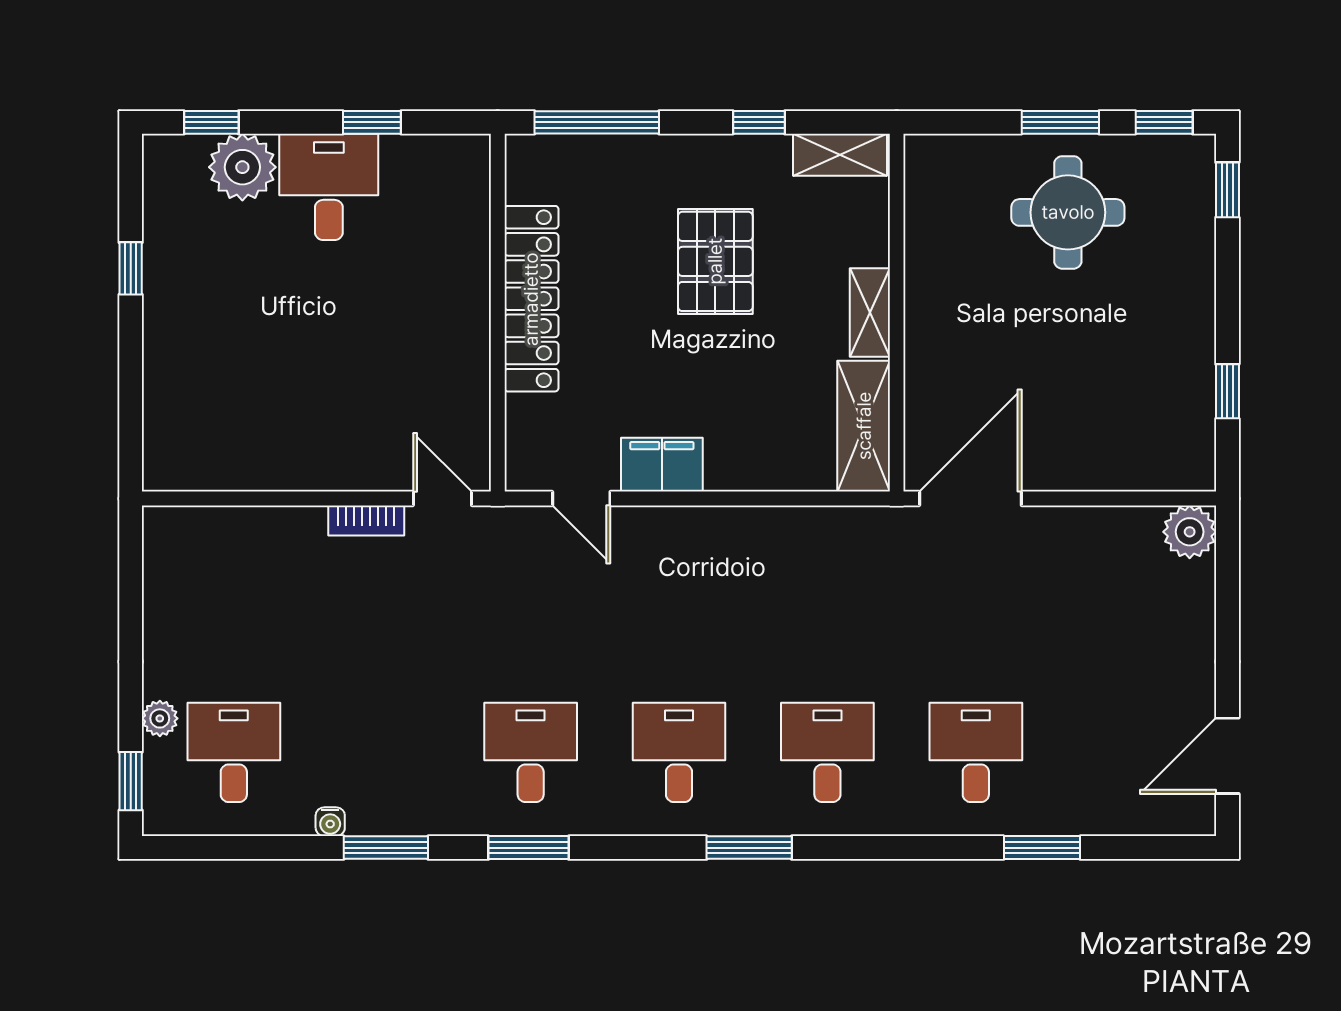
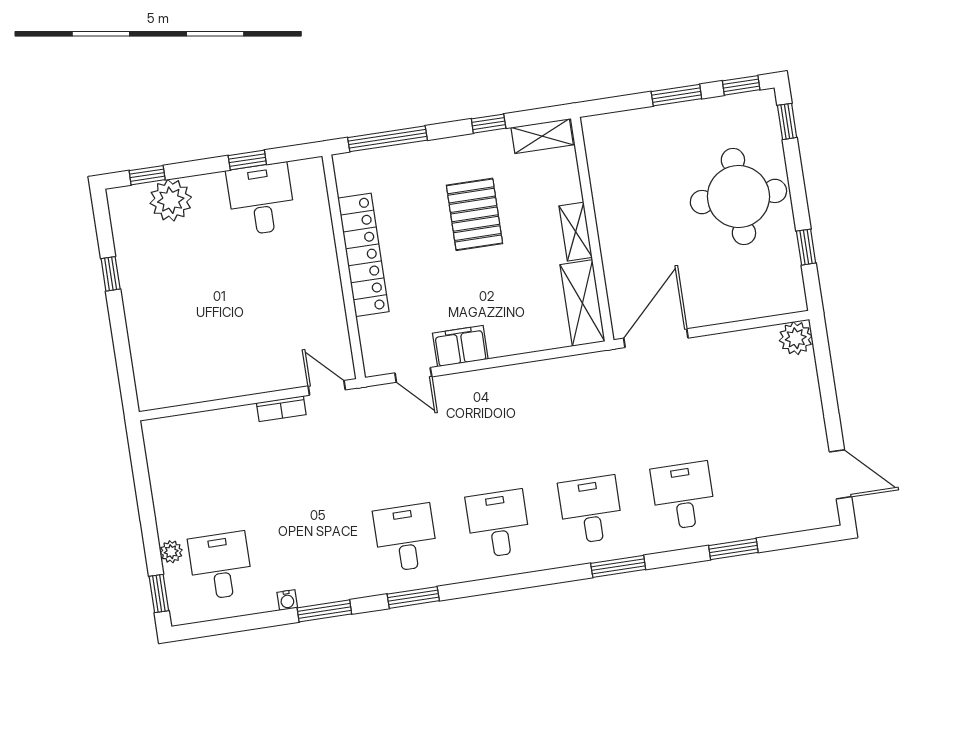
desk: (329, 187) -> (261, 199), moved
round table: (1068, 212) -> (738, 197), moved, width x1.36, depth x1.36
door: (1227, 756) -> (840, 474), swing flipped
window: (749, 848) -> (618, 566), moved

